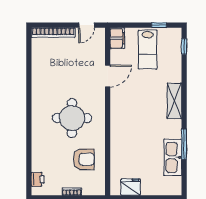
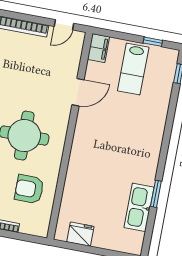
shelving: (174, 101) -> (154, 138), removed
window: (184, 144) -> (156, 194), width x0.69
armchair: (84, 159) -> (29, 189), turned 180

